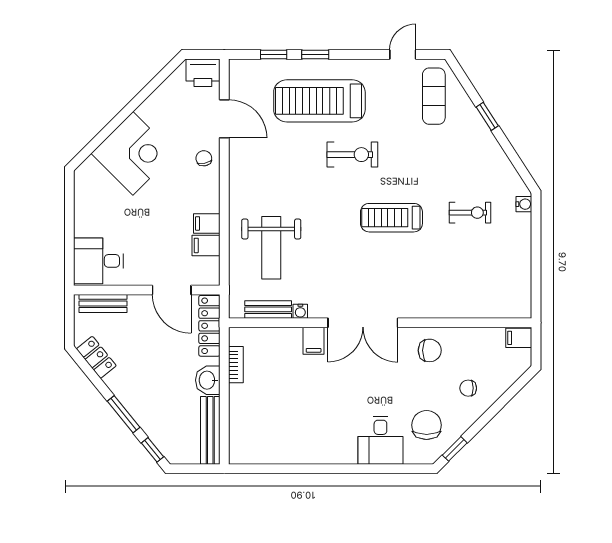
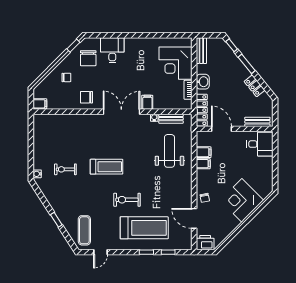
locker: (96, 357) -> (255, 86), moved
corner desk: (260, 416) -> (175, 63), added
bench: (210, 430) -> (201, 51), width x0.73

